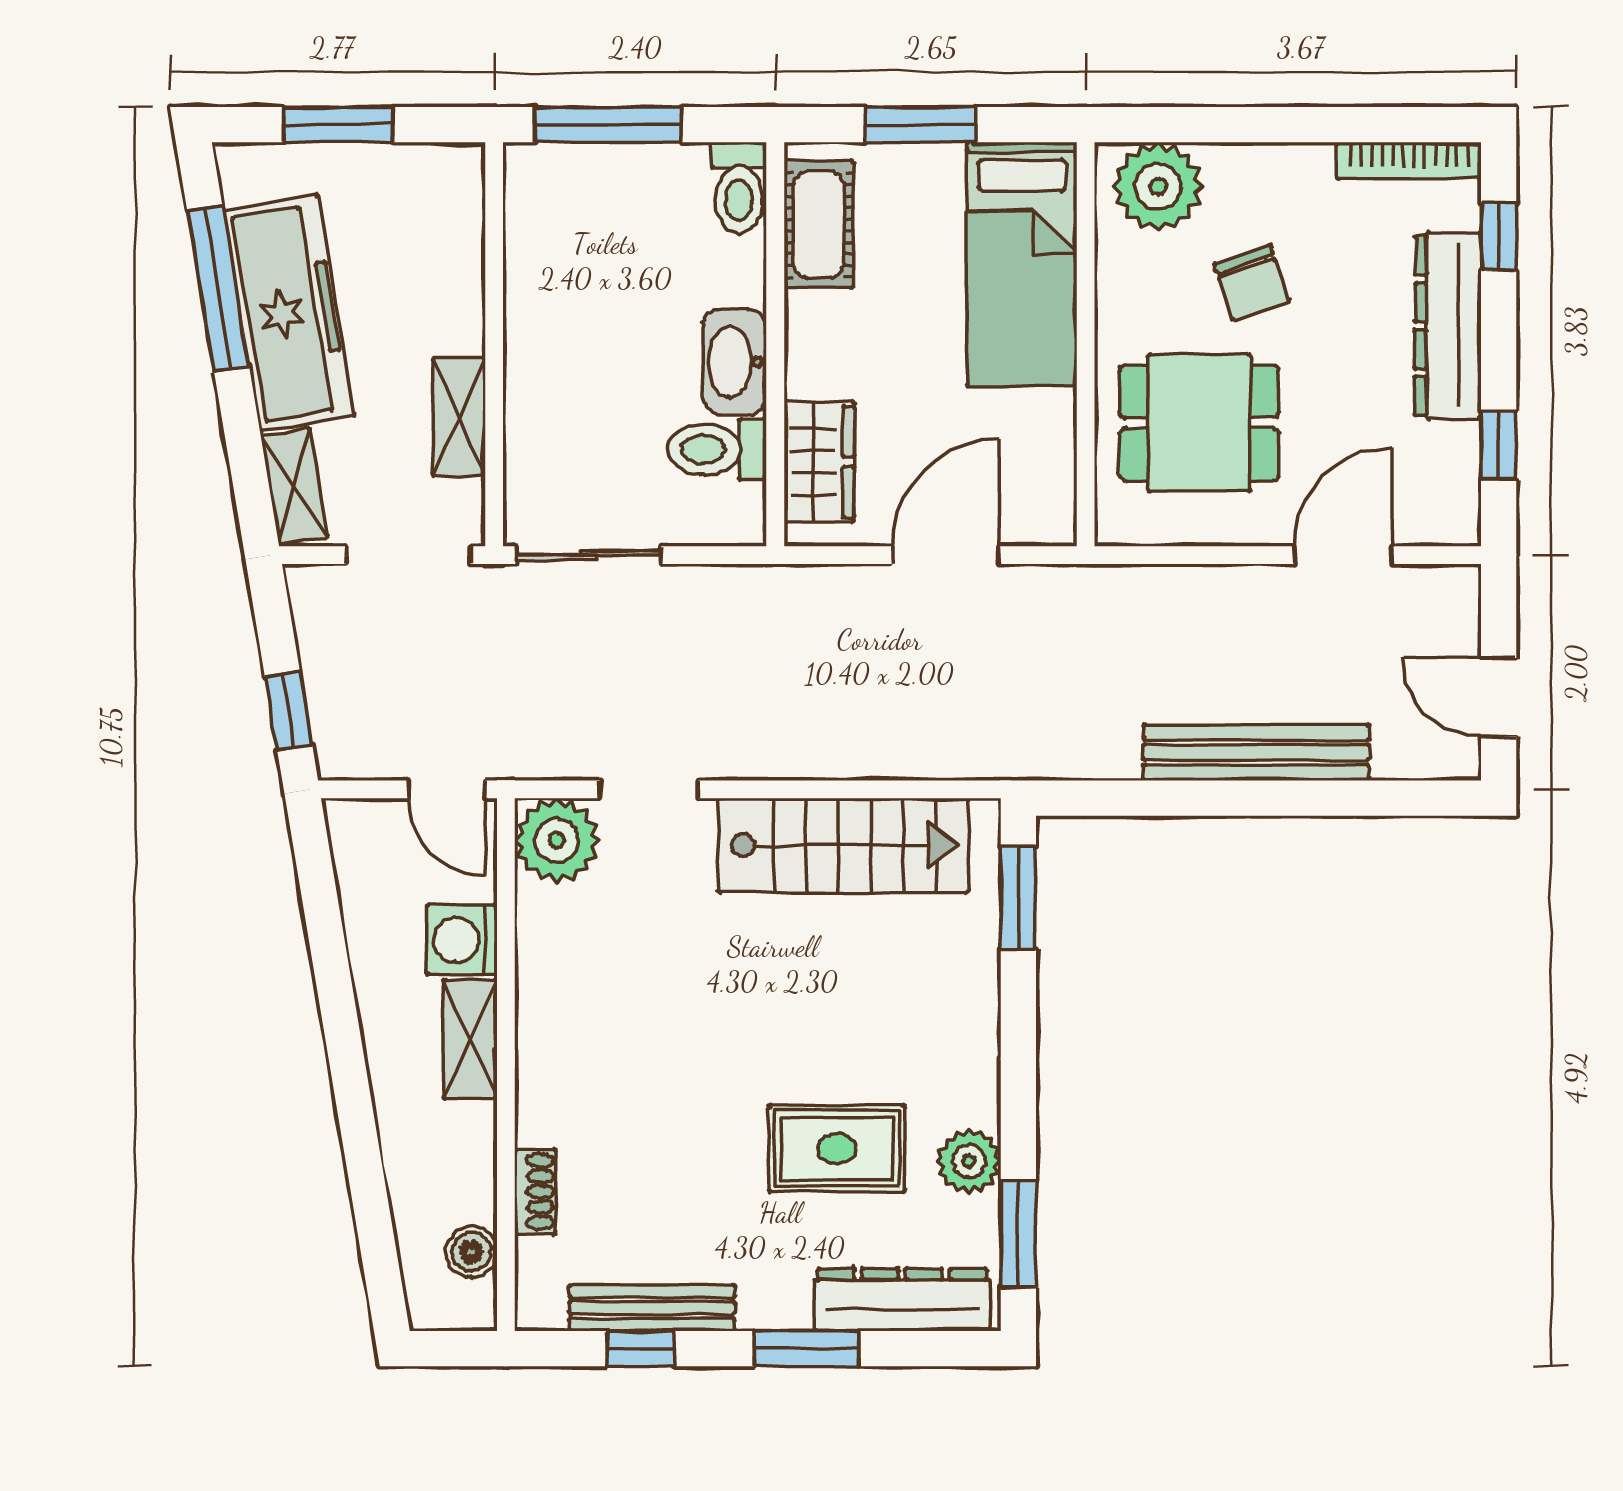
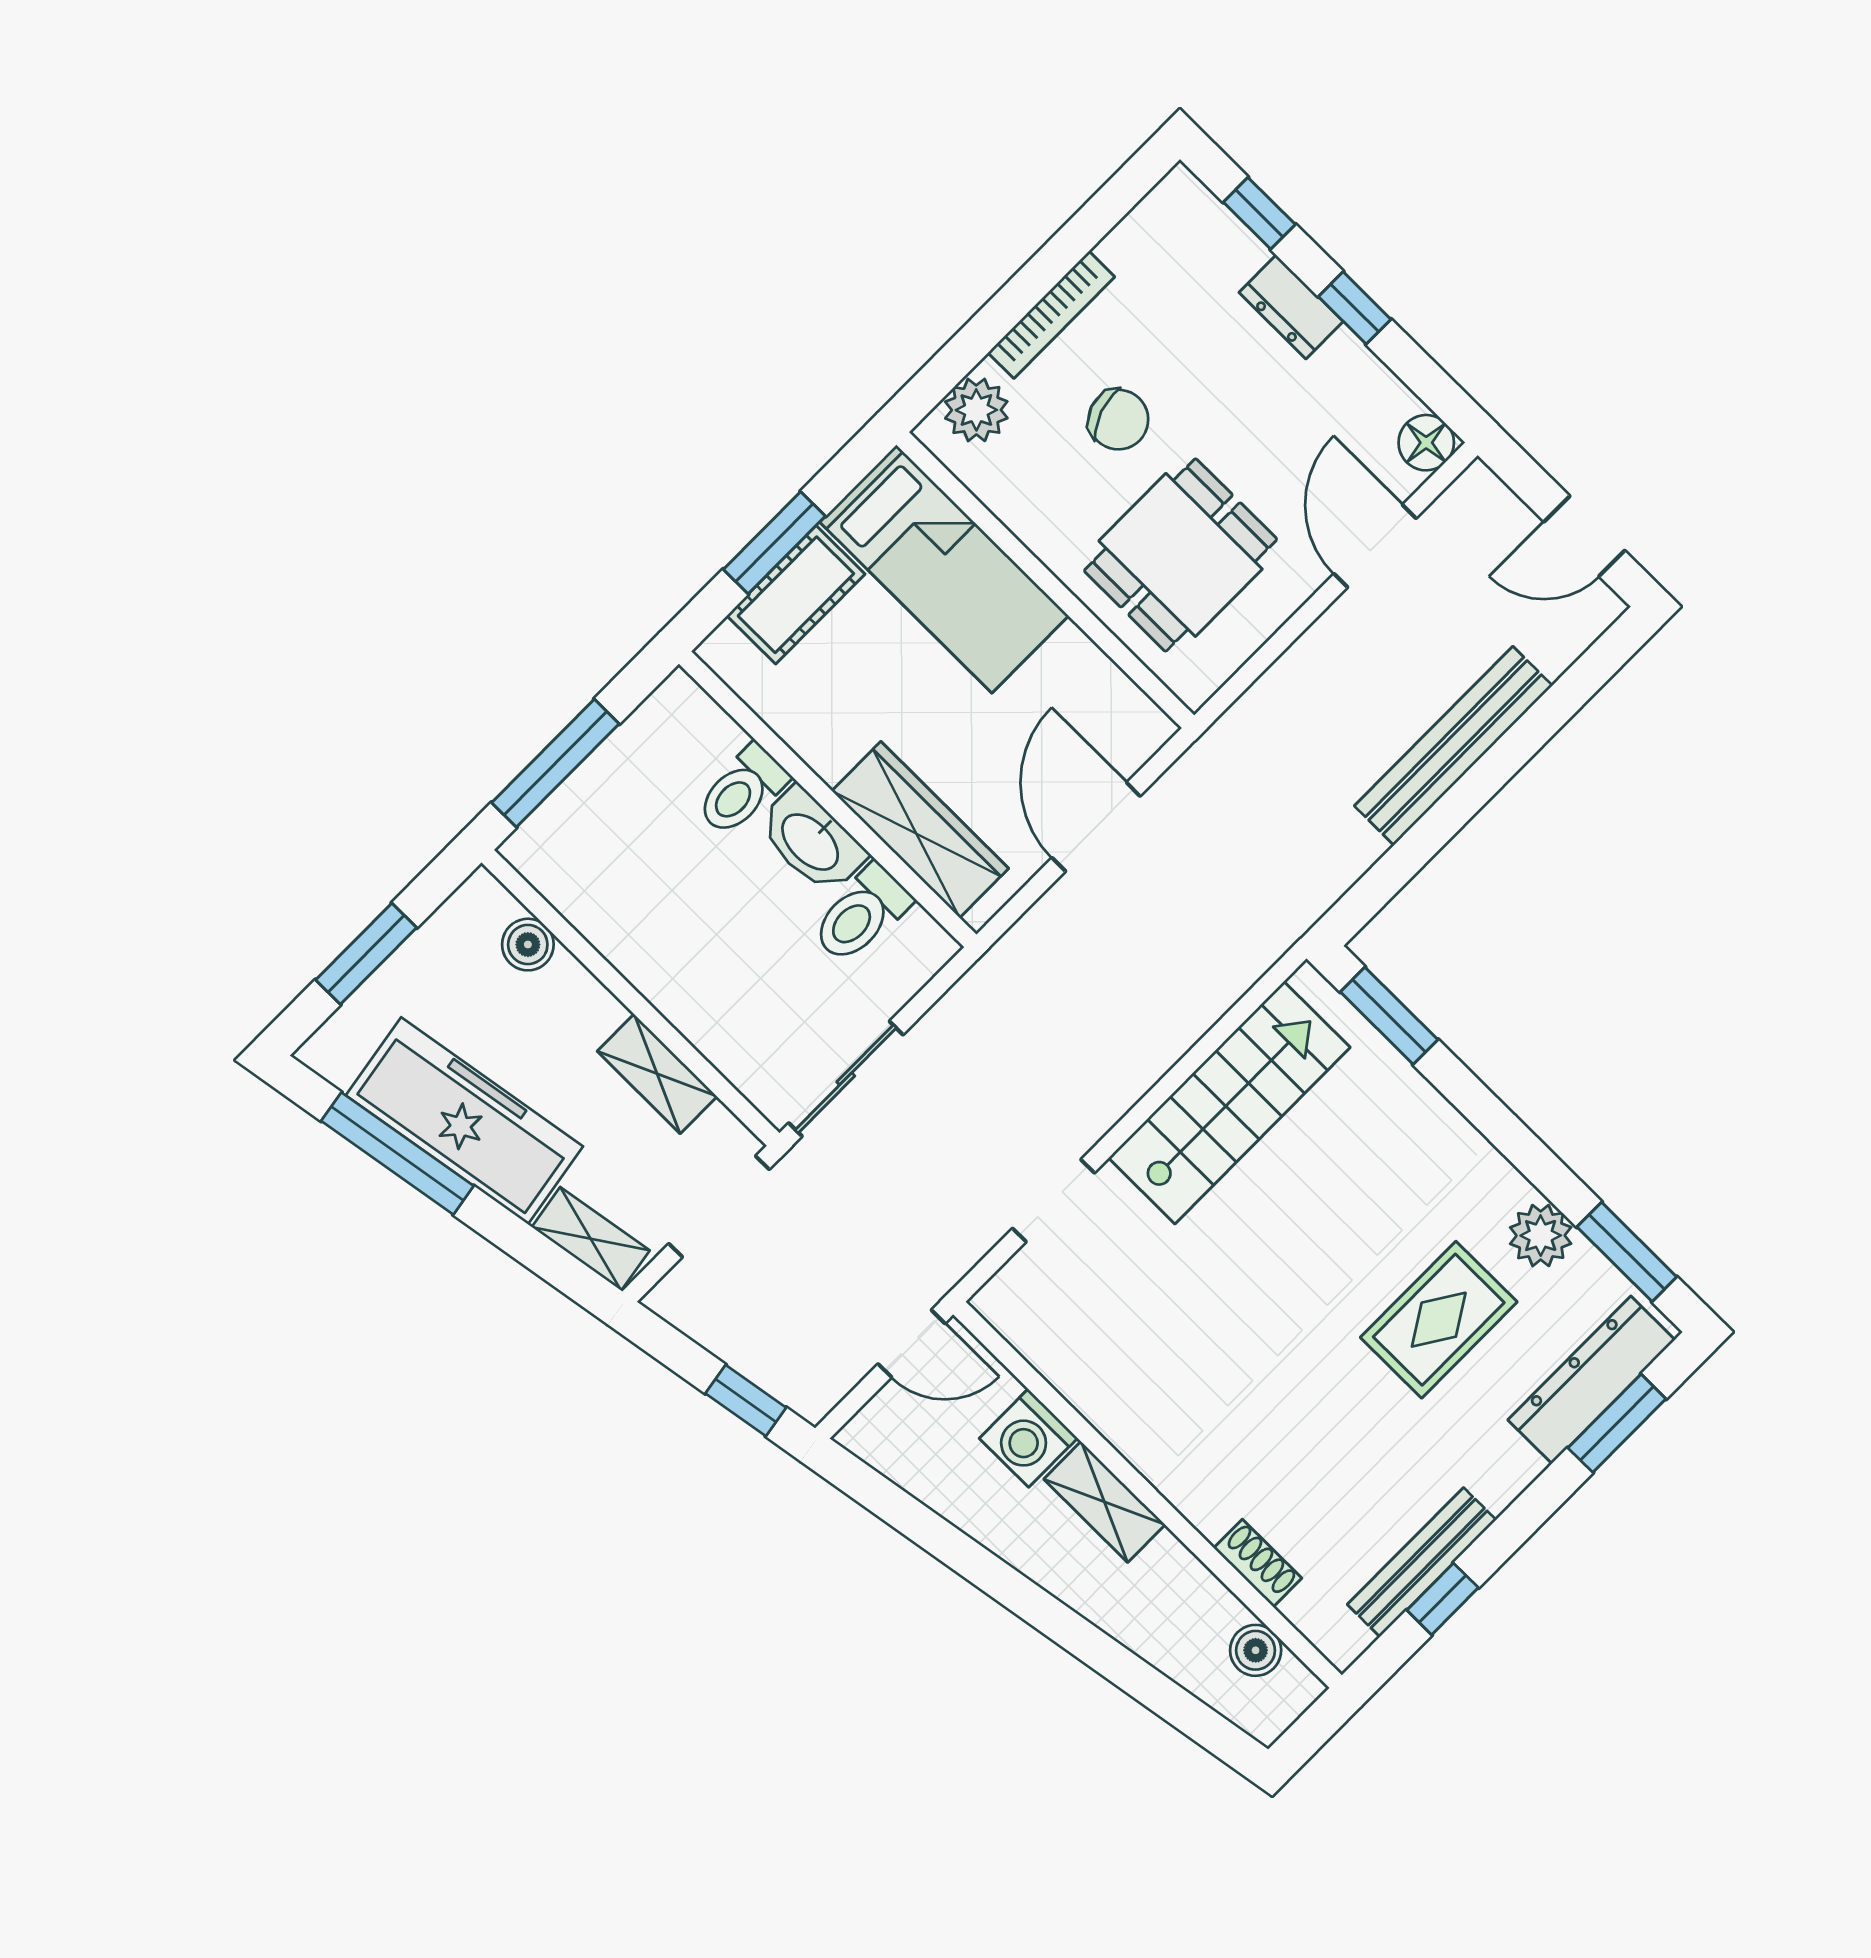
bookcase: (1409, 161) -> (1051, 315), moved
plant: (1158, 186) -> (976, 410), width x0.73, depth x0.73
toilet: (739, 188) -> (742, 790), moved, turned 90
cot: (819, 225) -> (796, 595), moved, turned 90
boiler: (459, 233) -> (528, 945), added
dresser: (1448, 326) -> (1291, 307), width x0.51, depth x0.80
window: (1499, 446) -> (1355, 308), moved
wardrobe: (819, 462) -> (920, 830), width x1.50
floor lamp: (1453, 518) -> (1426, 443), added
plant: (557, 840) -> (1025, 1301), removed
window: (806, 1349) -> (1617, 1423), moved

